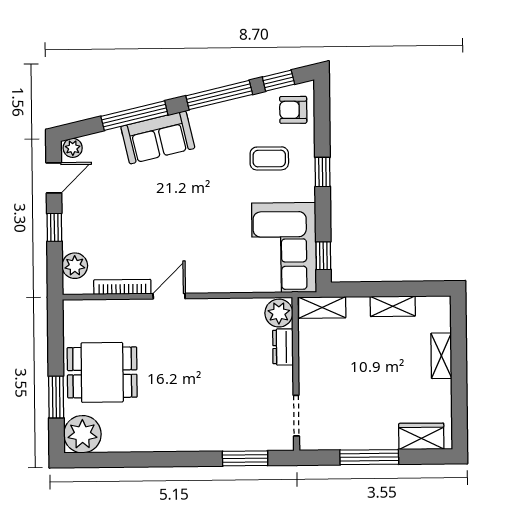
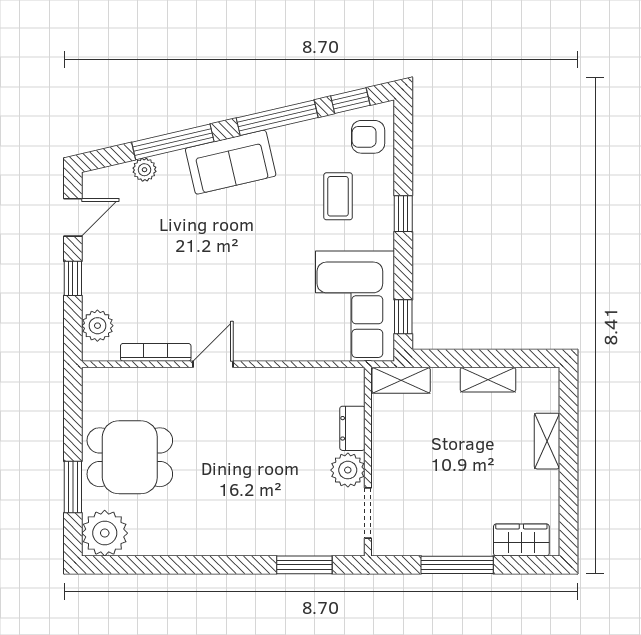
sofa: (158, 137) -> (231, 162), moved
plant: (73, 148) -> (144, 170), moved
coffee table: (269, 158) -> (338, 196), turned 90
plant: (279, 313) -> (348, 470), moved

